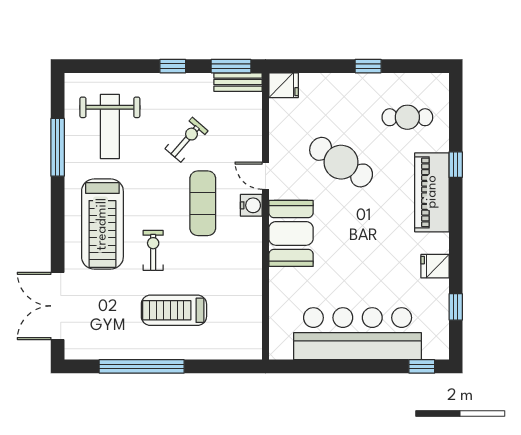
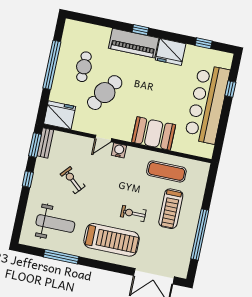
window: (368, 66) -> (52, 65), width x3.17
fridge: (284, 85) -> (60, 115), width x1.88, depth x1.34
cafe table: (407, 117) -> (84, 67), moved
window: (456, 165) -> (140, 30), moved
exercise mat: (203, 203) -> (166, 171), moved
booth: (291, 233) -> (154, 133), moved
fridge: (435, 266) -> (171, 52), width x1.88, depth x1.34
window: (422, 366) -> (230, 89), moved

